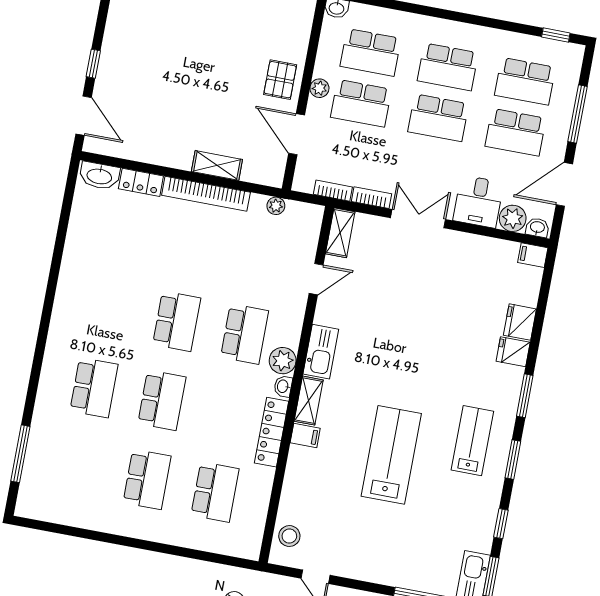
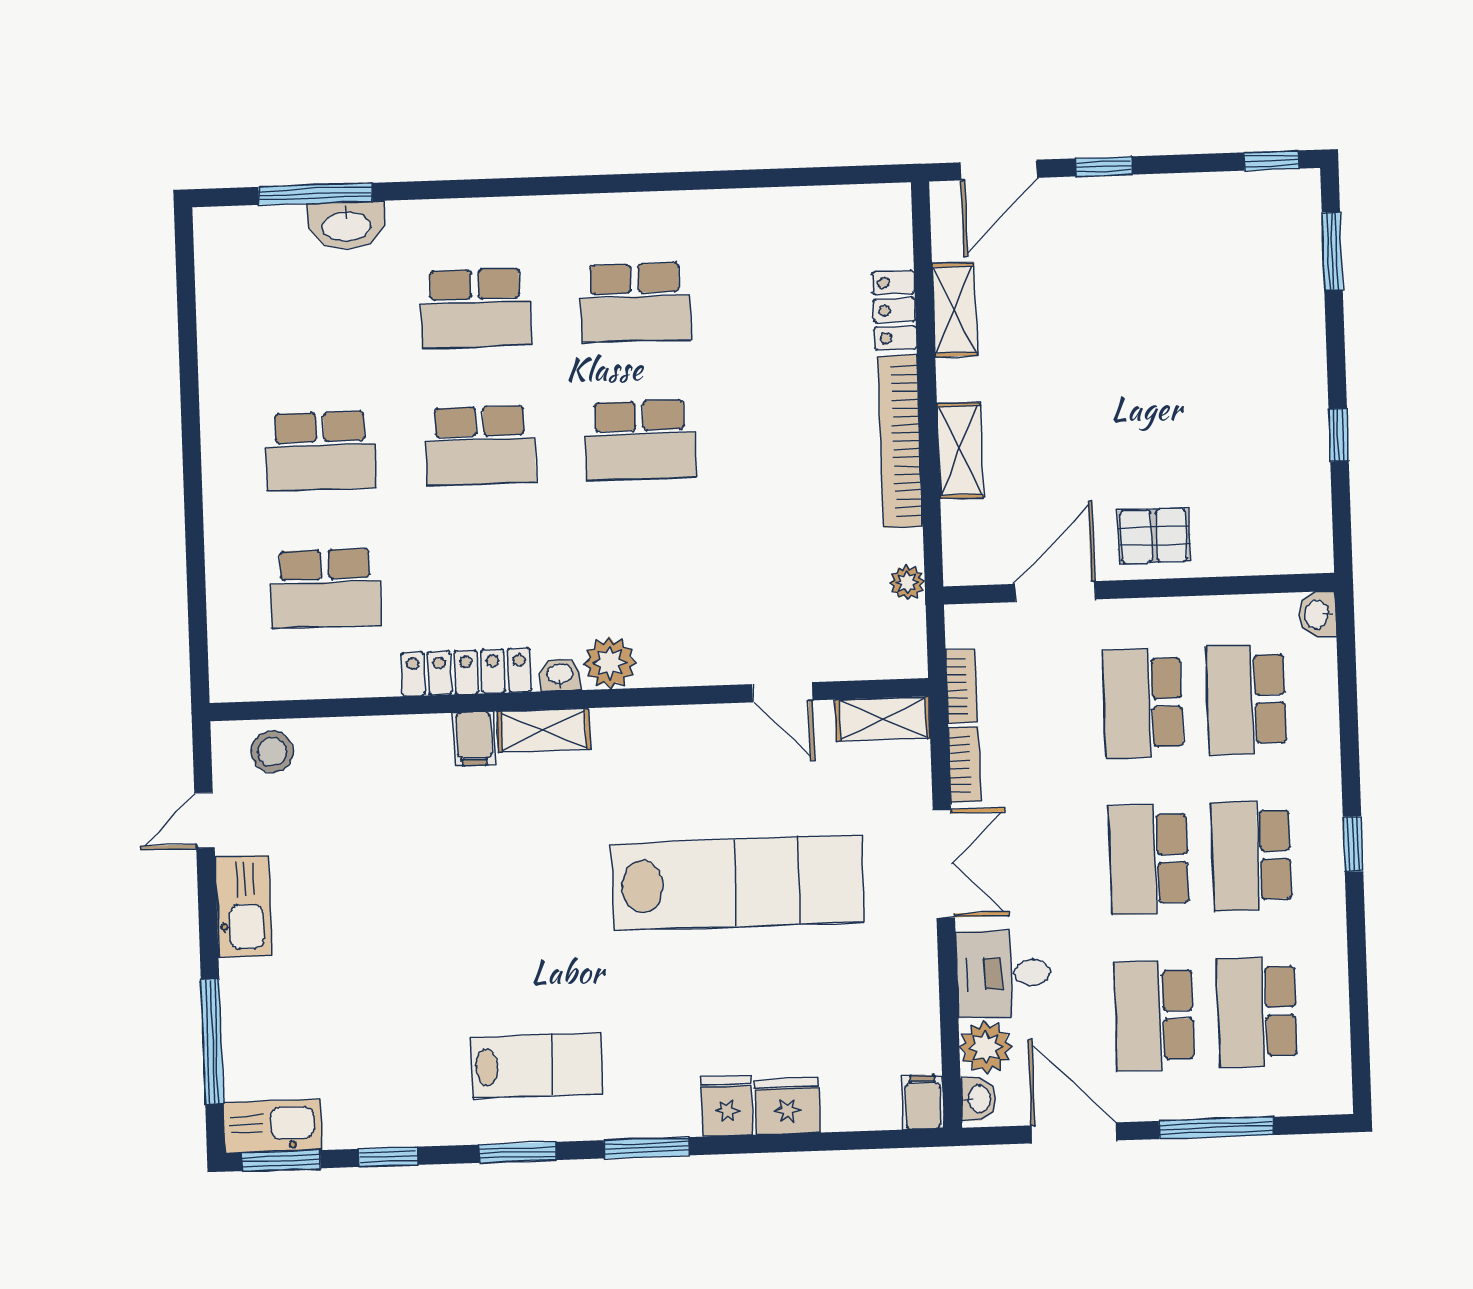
window: (556, 35) -> (1353, 844), moved
plant: (319, 88) -> (1154, 616), removed
shelving: (147, 153) -> (954, 310), added
washbasin: (99, 176) -> (346, 225), moved, turned -90
school desk: (245, 334) -> (635, 303), moved
kitchen sink: (321, 352) -> (243, 906), moved, turned -90
lab bench: (391, 455) -> (738, 883), moved, width x1.36

